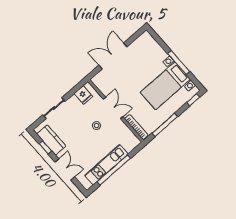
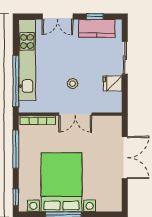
bed with nightstands: (165, 86) -> (61, 182), width x1.36
fridge: (83, 95) -> (113, 83), moved
kitchen unit: (106, 165) -> (27, 60), width x1.36
window: (114, 170) -> (16, 81), moved

